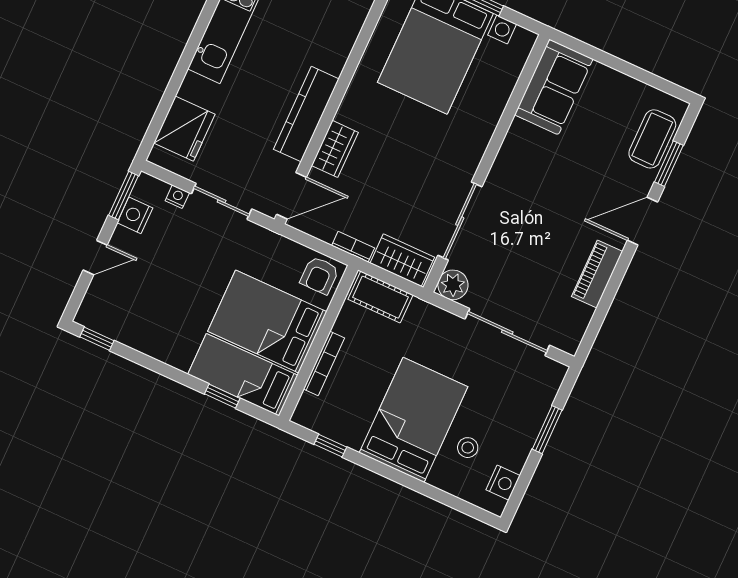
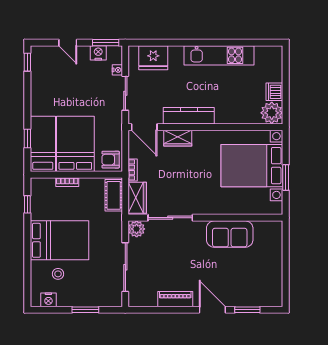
sofa: (554, 87) -> (230, 234), moved
coffee table: (652, 139) -> (256, 296), removed
bookcase: (324, 363) -> (67, 182), width x0.64

